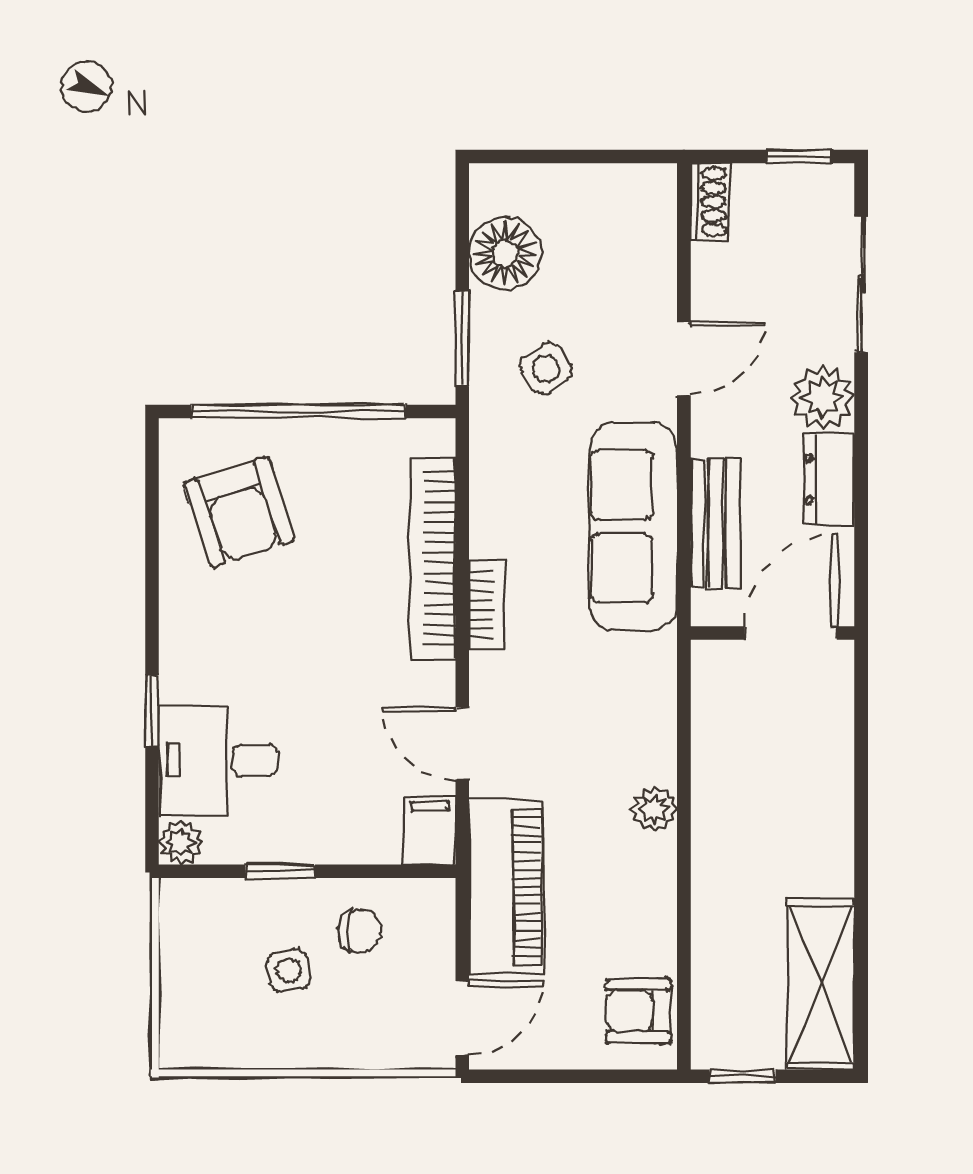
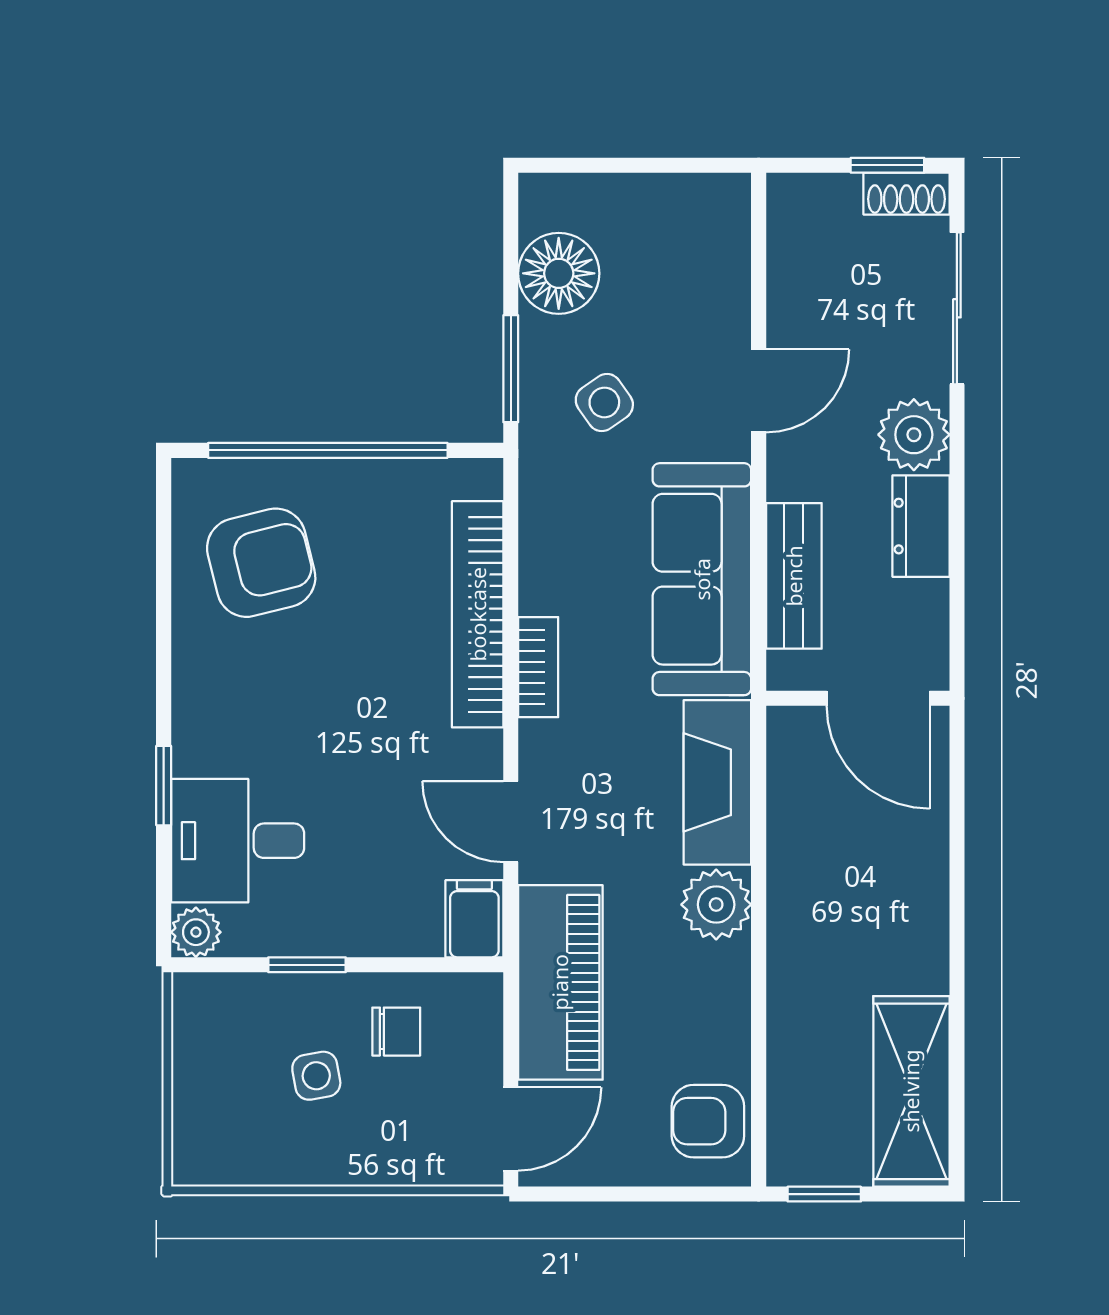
shoe rack: (709, 202) -> (906, 194), moved, turned 90
armchair: (239, 512) -> (261, 563), turned -86
door: (791, 633) -> (878, 698), swing flipped
fireplace: (647, 708) -> (717, 782), added
plant: (654, 809) -> (716, 905), width x1.38, depth x1.38

